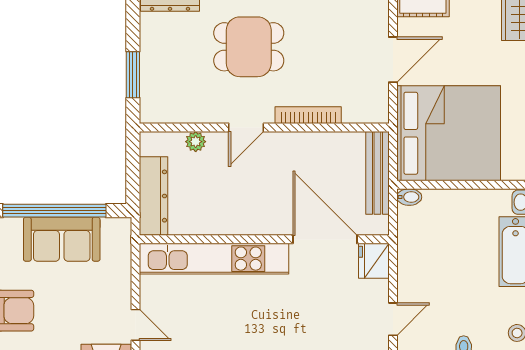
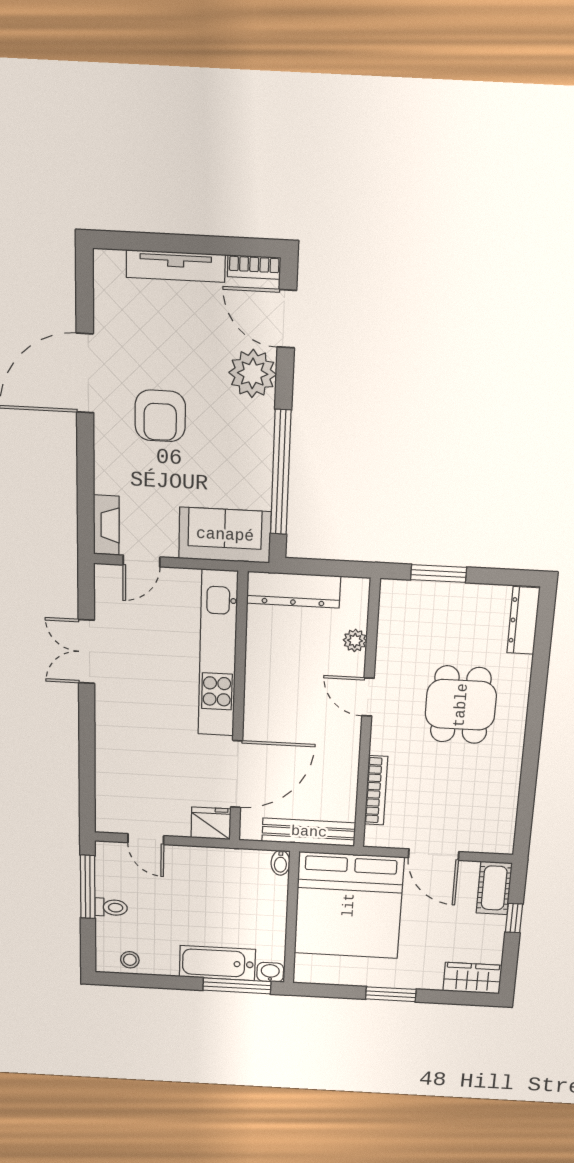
bookcase: (308, 115) -> (376, 790), moved
sofa: (62, 239) -> (225, 535), moved, turned 90

